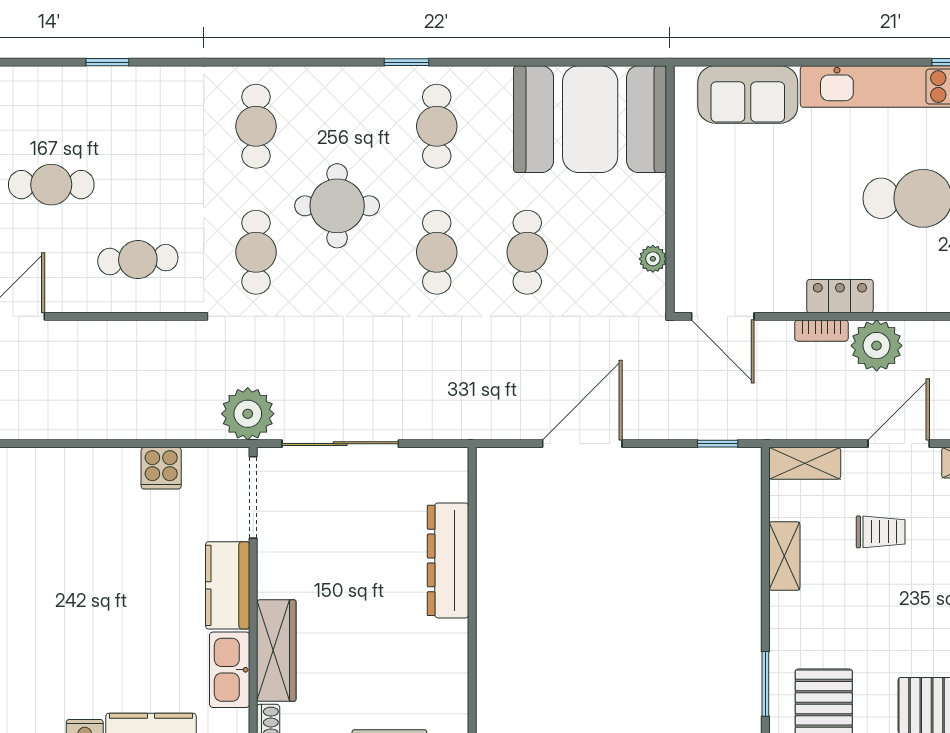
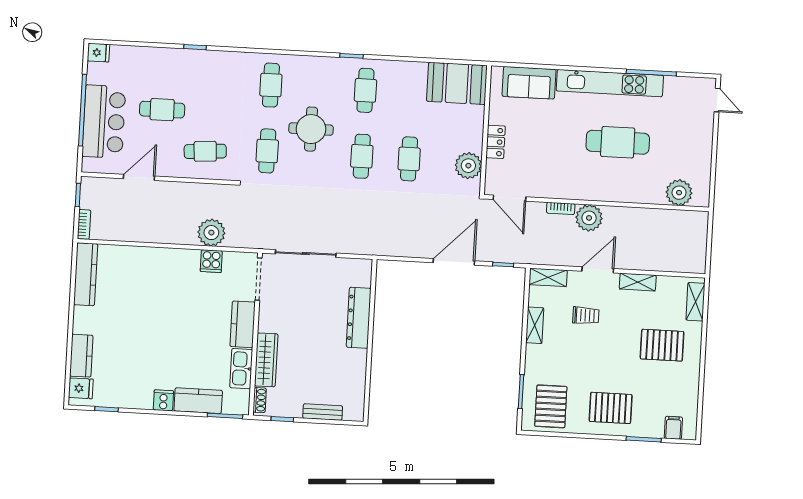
booth: (590, 119) -> (457, 83), width x0.73, depth x0.70
plant: (653, 259) -> (468, 166), width x1.88, depth x1.88
locker: (840, 296) -> (496, 142), moved, turned 90
plant: (248, 414) -> (211, 233), moved
door: (582, 444) -> (454, 262), moved

